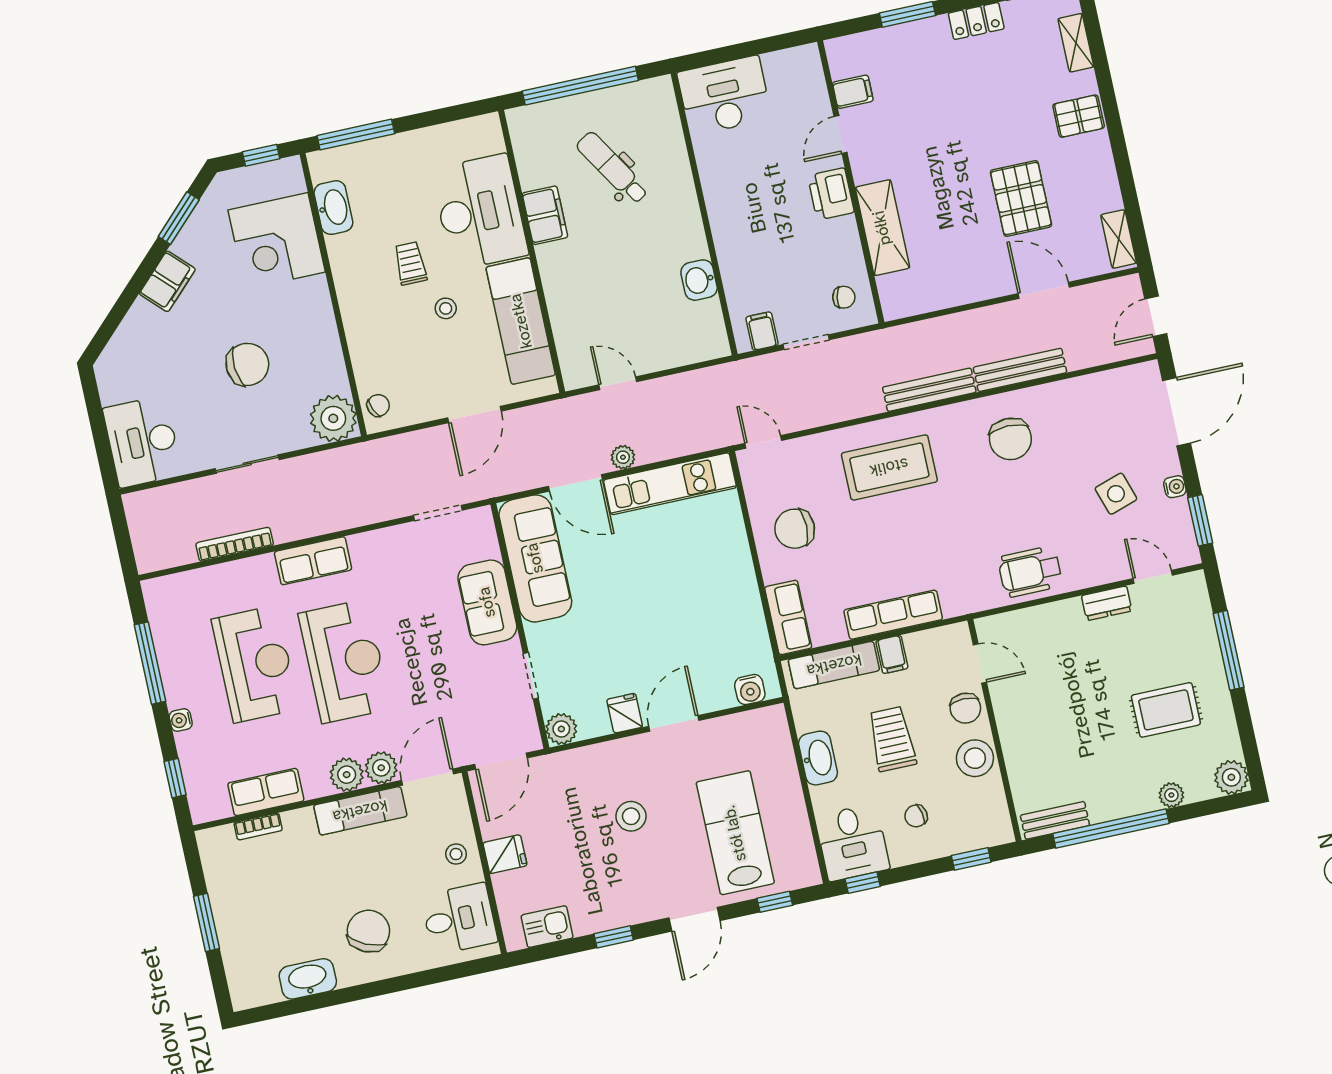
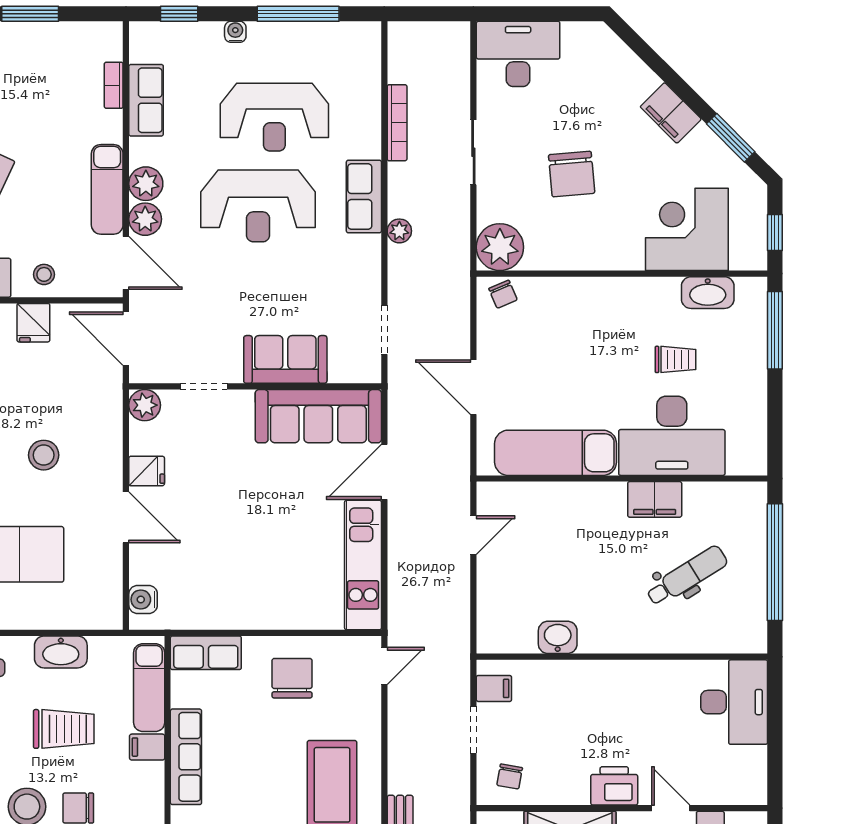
trolley: (410, 263) -> (675, 359), moved
stool: (446, 308) -> (584, 382), removed
plant: (623, 457) -> (399, 231), moved

